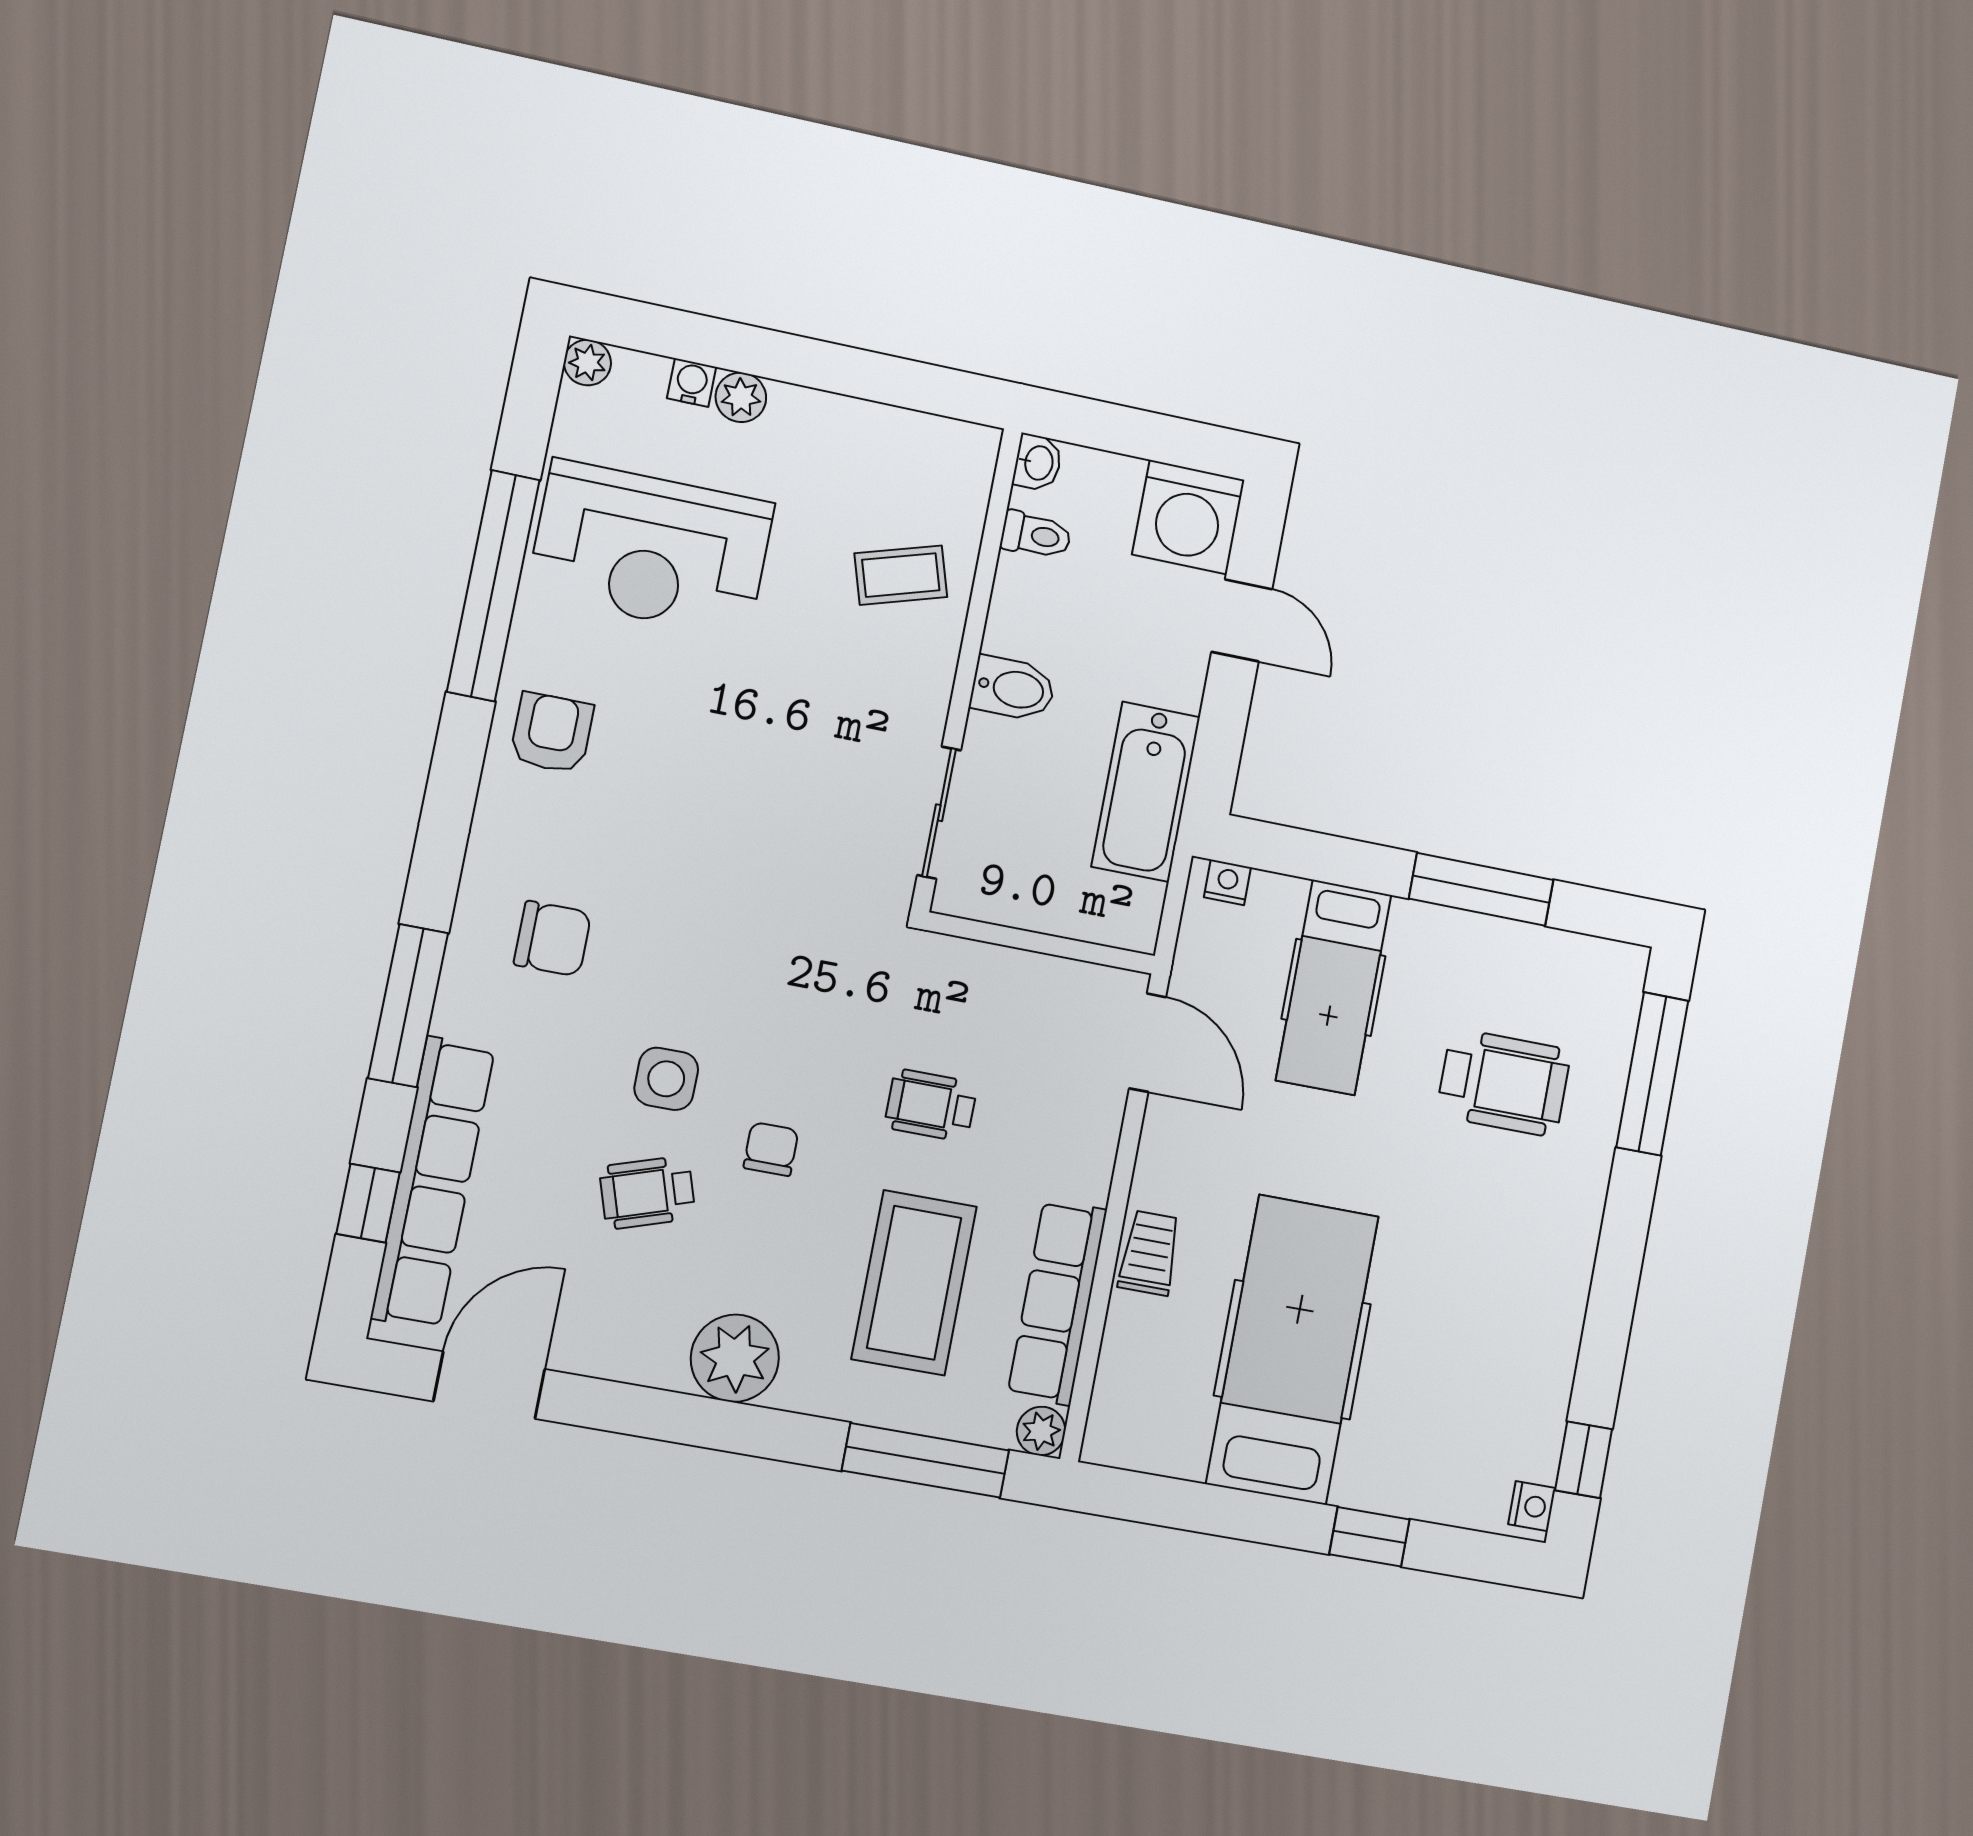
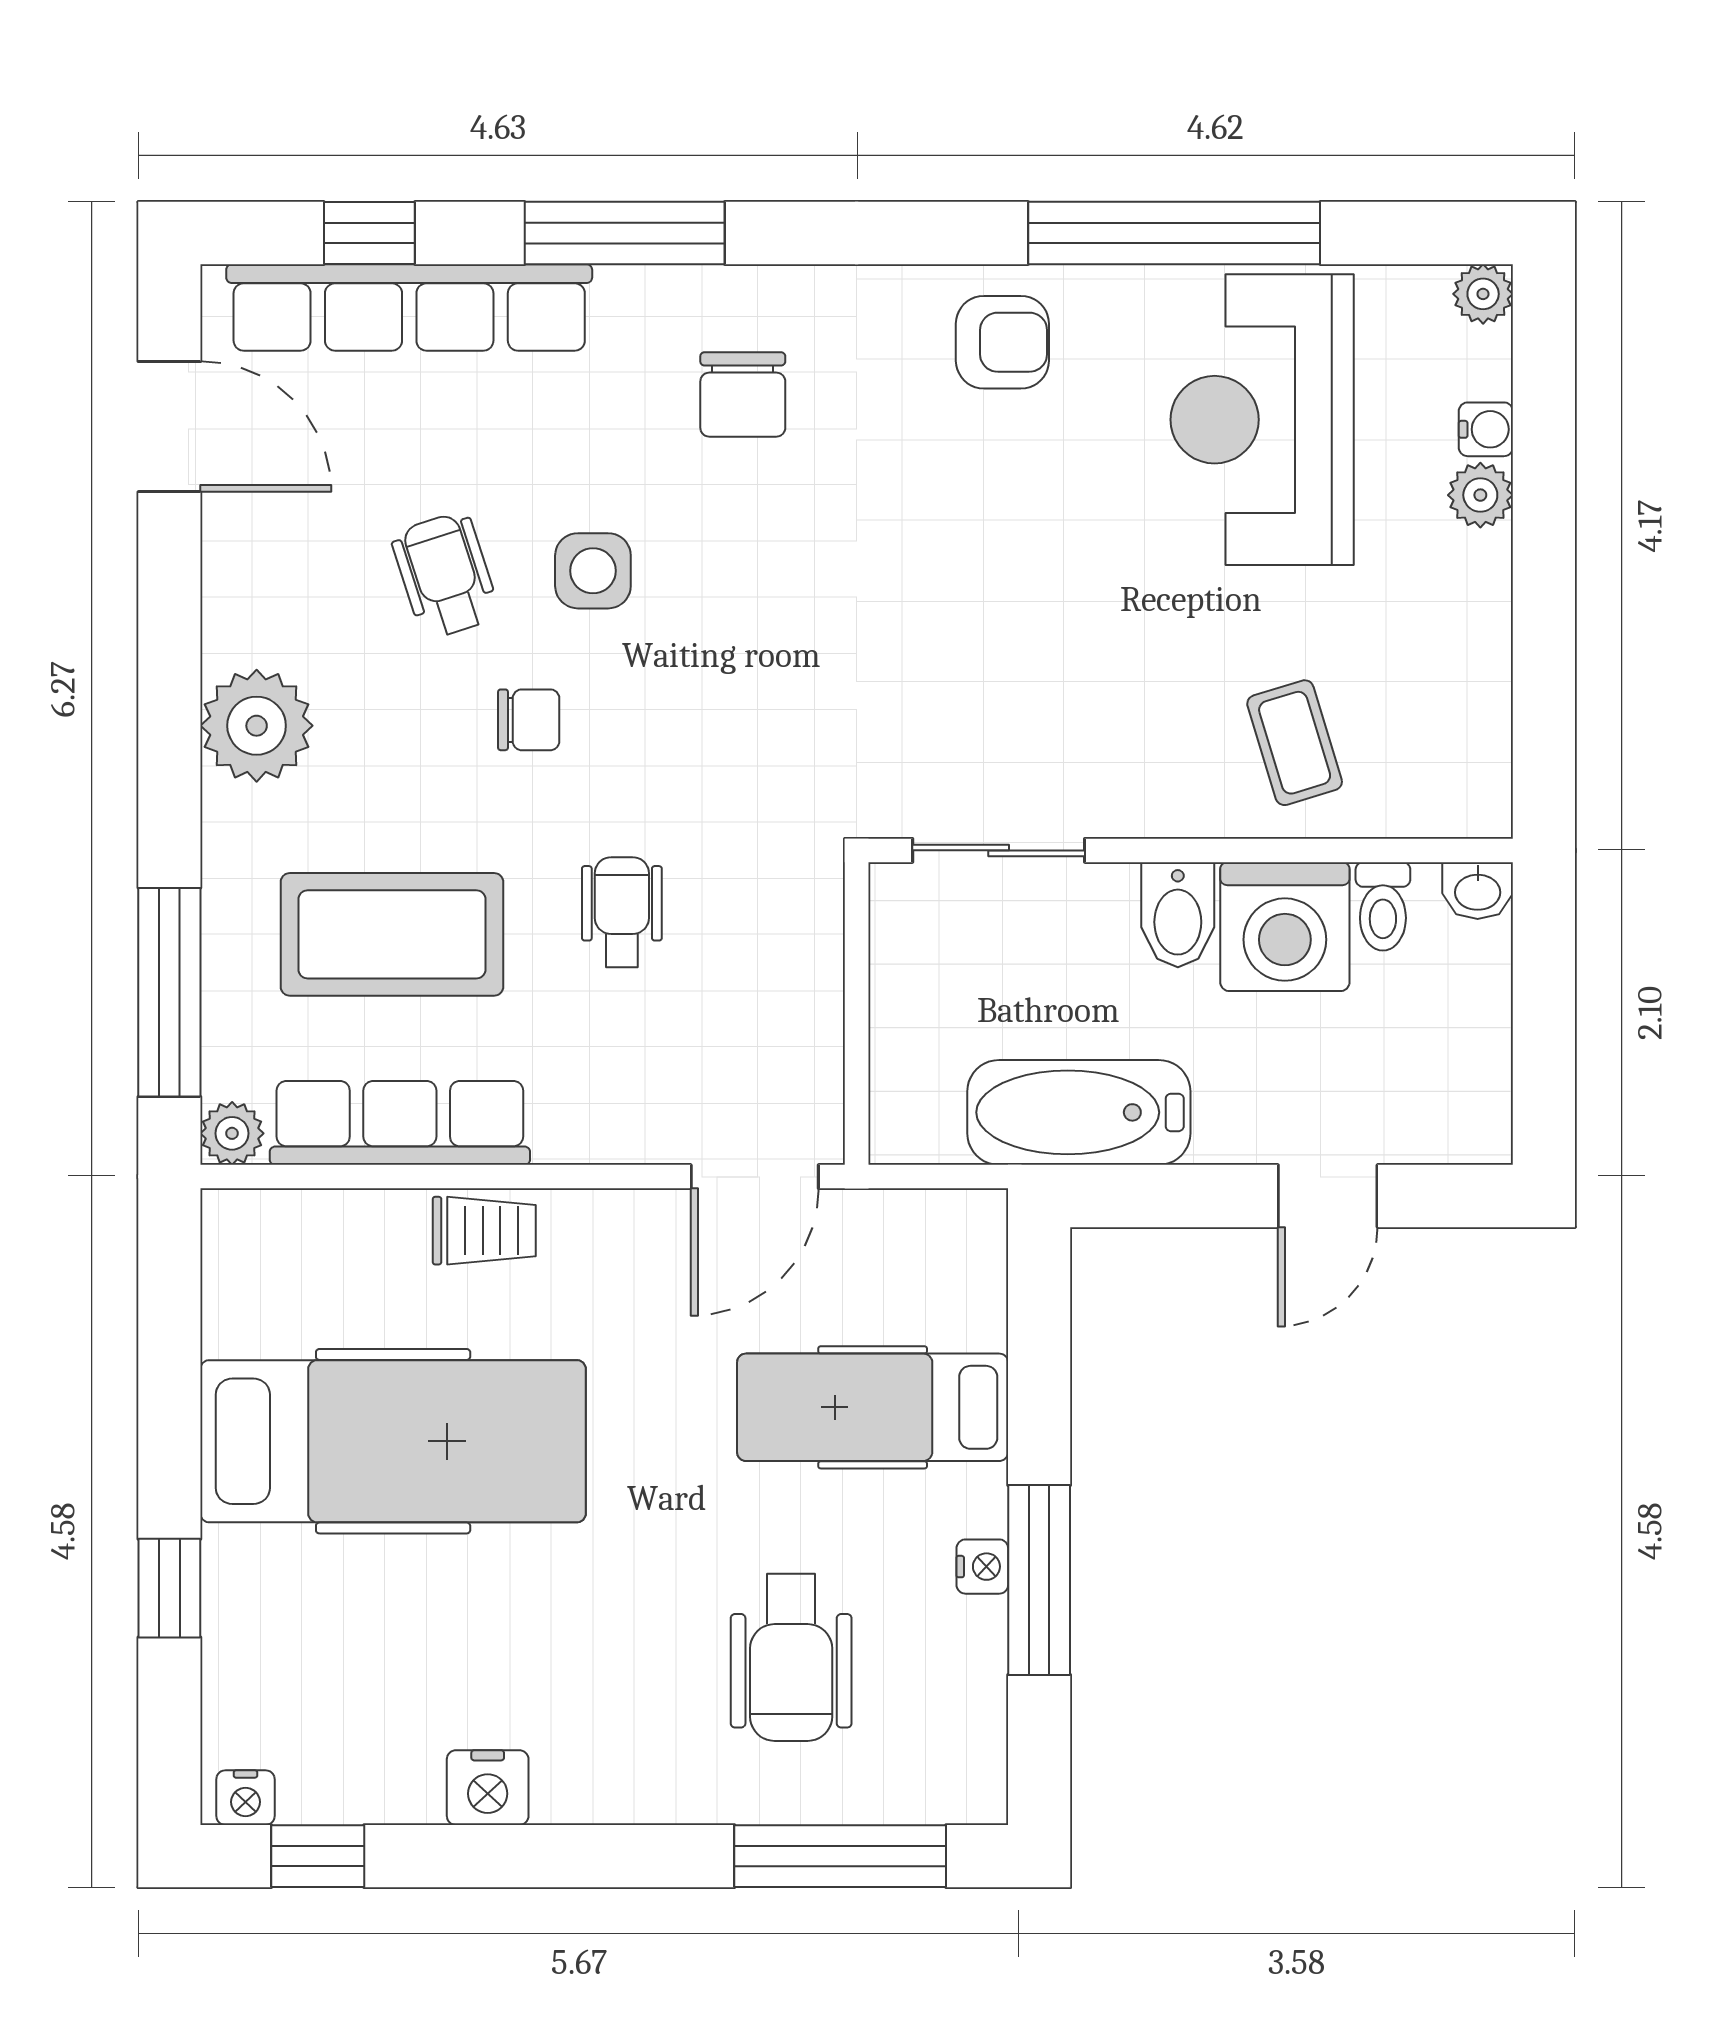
washing machine: (1188, 517) -> (1285, 927), moved, turned -90
nightstand: (1227, 882) -> (982, 1567), moved
nightstand: (1557, 1325) -> (488, 1788), added

